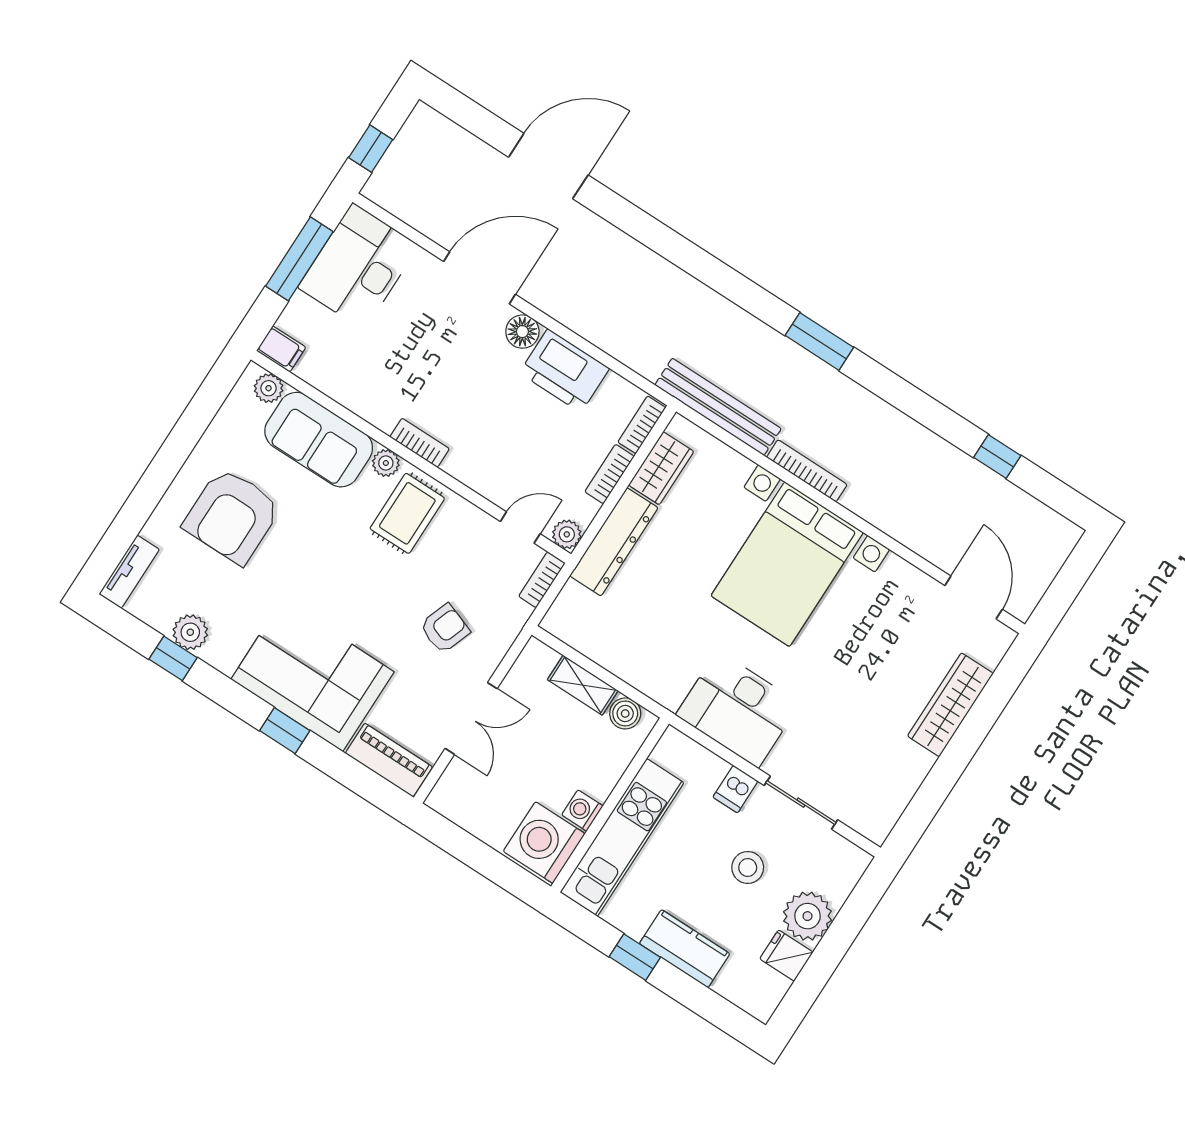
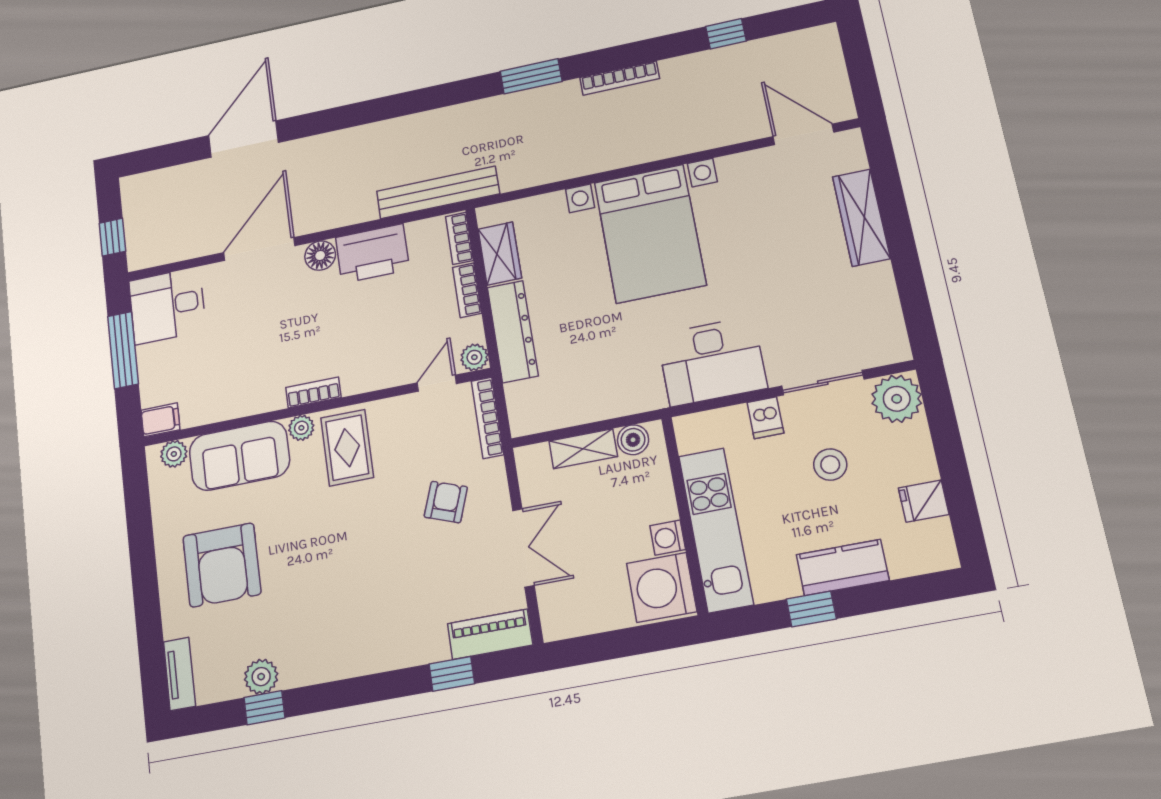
desk: (358, 266) -> (167, 306), width x0.73
bench: (718, 407) -> (438, 192), moved
bookcase: (807, 471) -> (620, 78), moved, turned 180
bookcase: (542, 580) -> (487, 418), width x1.56
corner sofa: (312, 676) -> (379, 625), removed
window: (285, 731) -> (452, 674), moved
plant: (808, 916) -> (897, 399), moved

